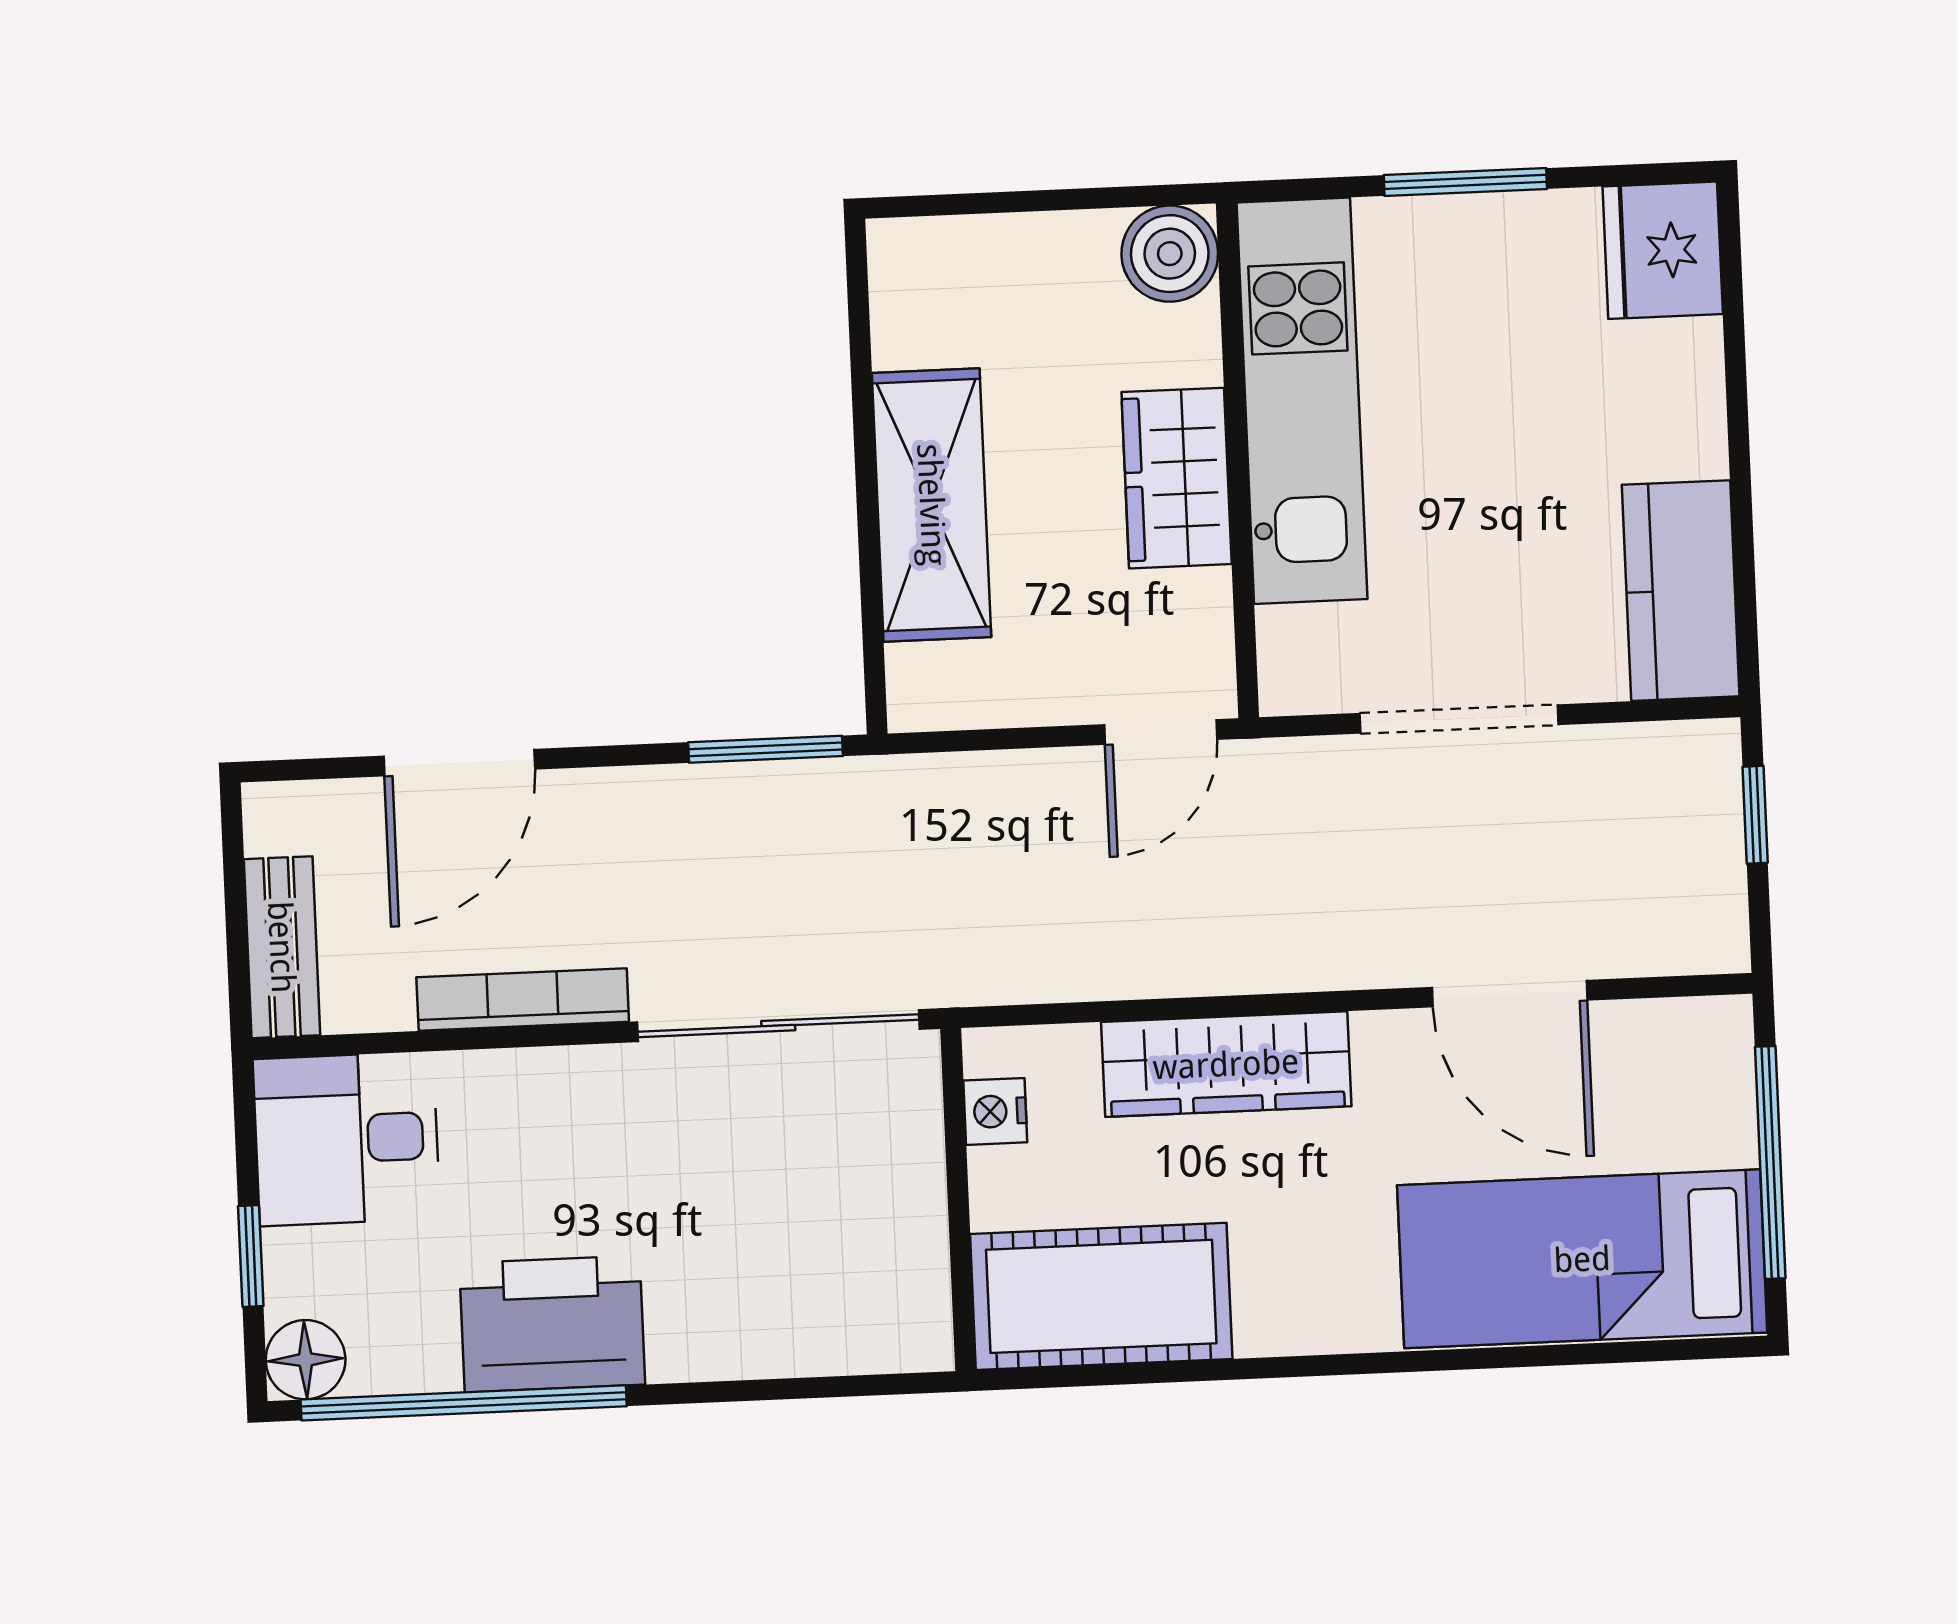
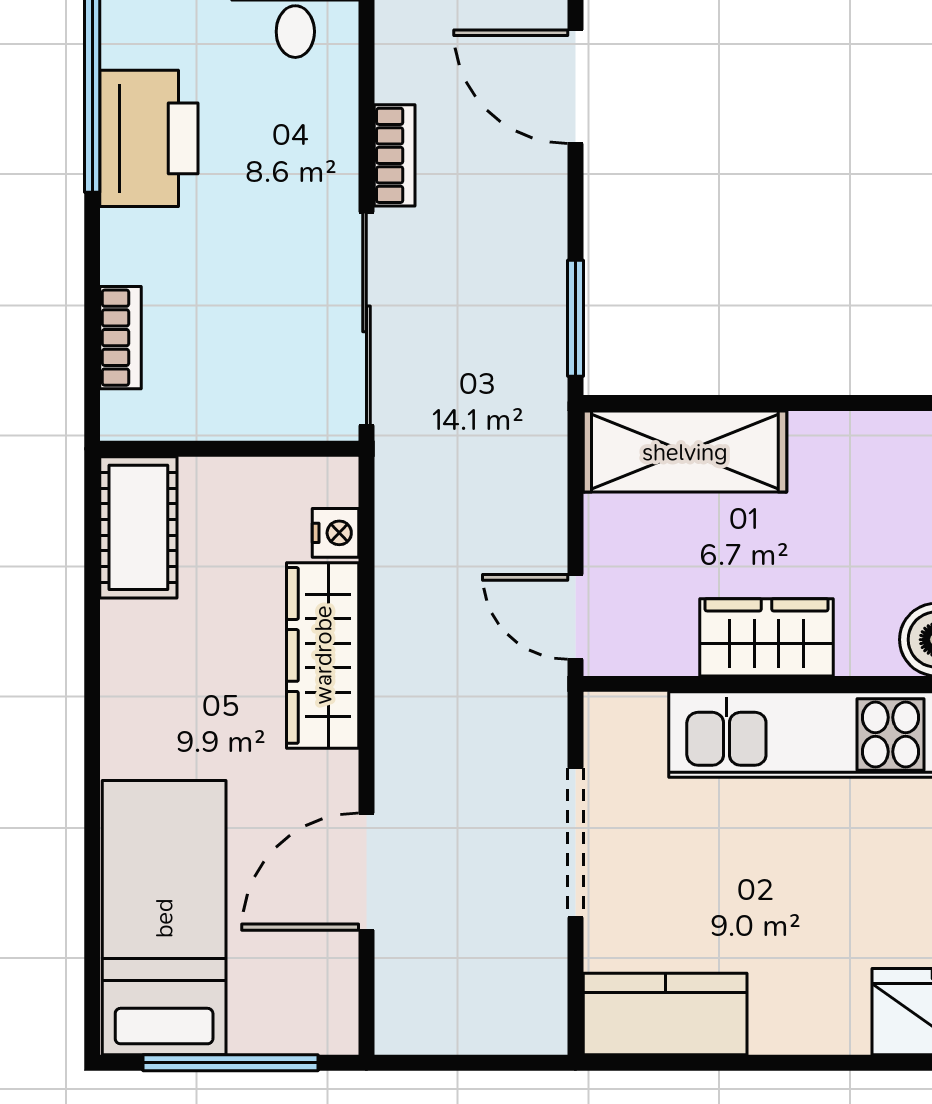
shelving: (932, 505) -> (685, 452), moved
window: (1755, 815) -> (493, 1063), removed
bookcase: (523, 1000) -> (395, 155), width x0.64
nightstand: (995, 1111) -> (336, 533), moved, turned 90
cot: (1101, 1296) -> (138, 527), width x0.73, depth x0.75
bookcase: (817, 1350) -> (120, 338), added

